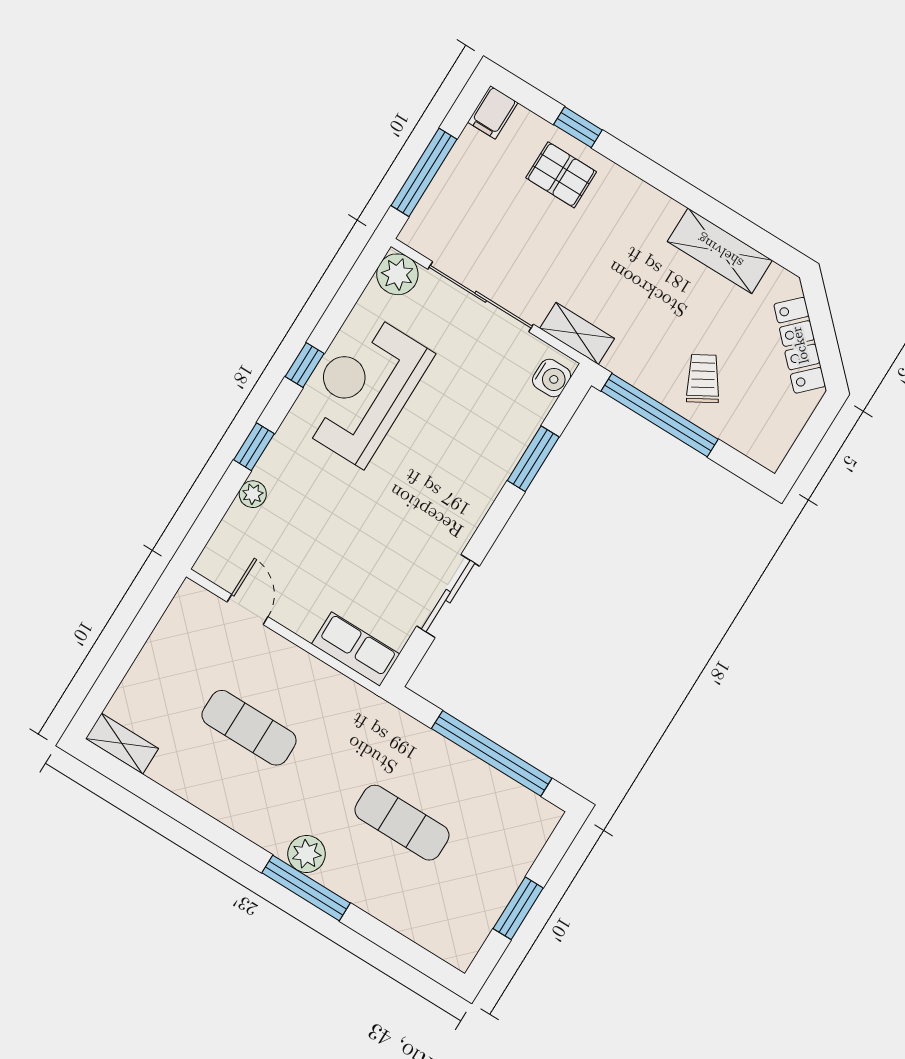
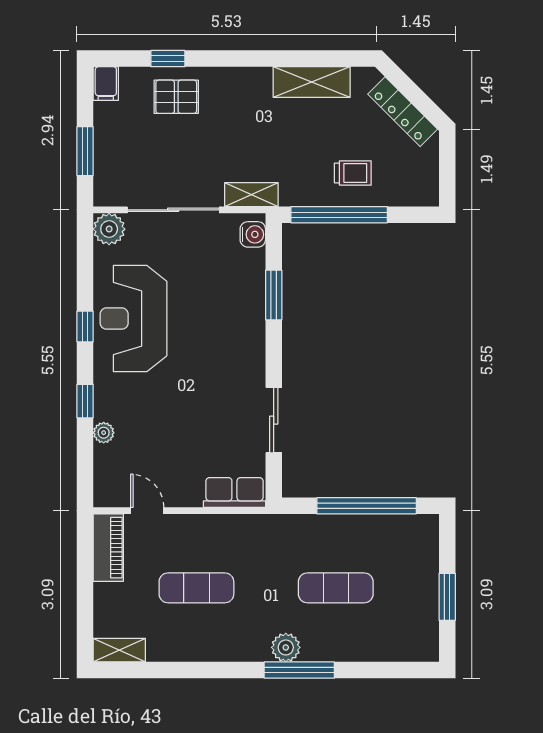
window: (424, 172) -> (85, 151), width x0.69
trolley: (703, 379) -> (353, 173), turned 120
piano: (180, 623) -> (108, 548), added

